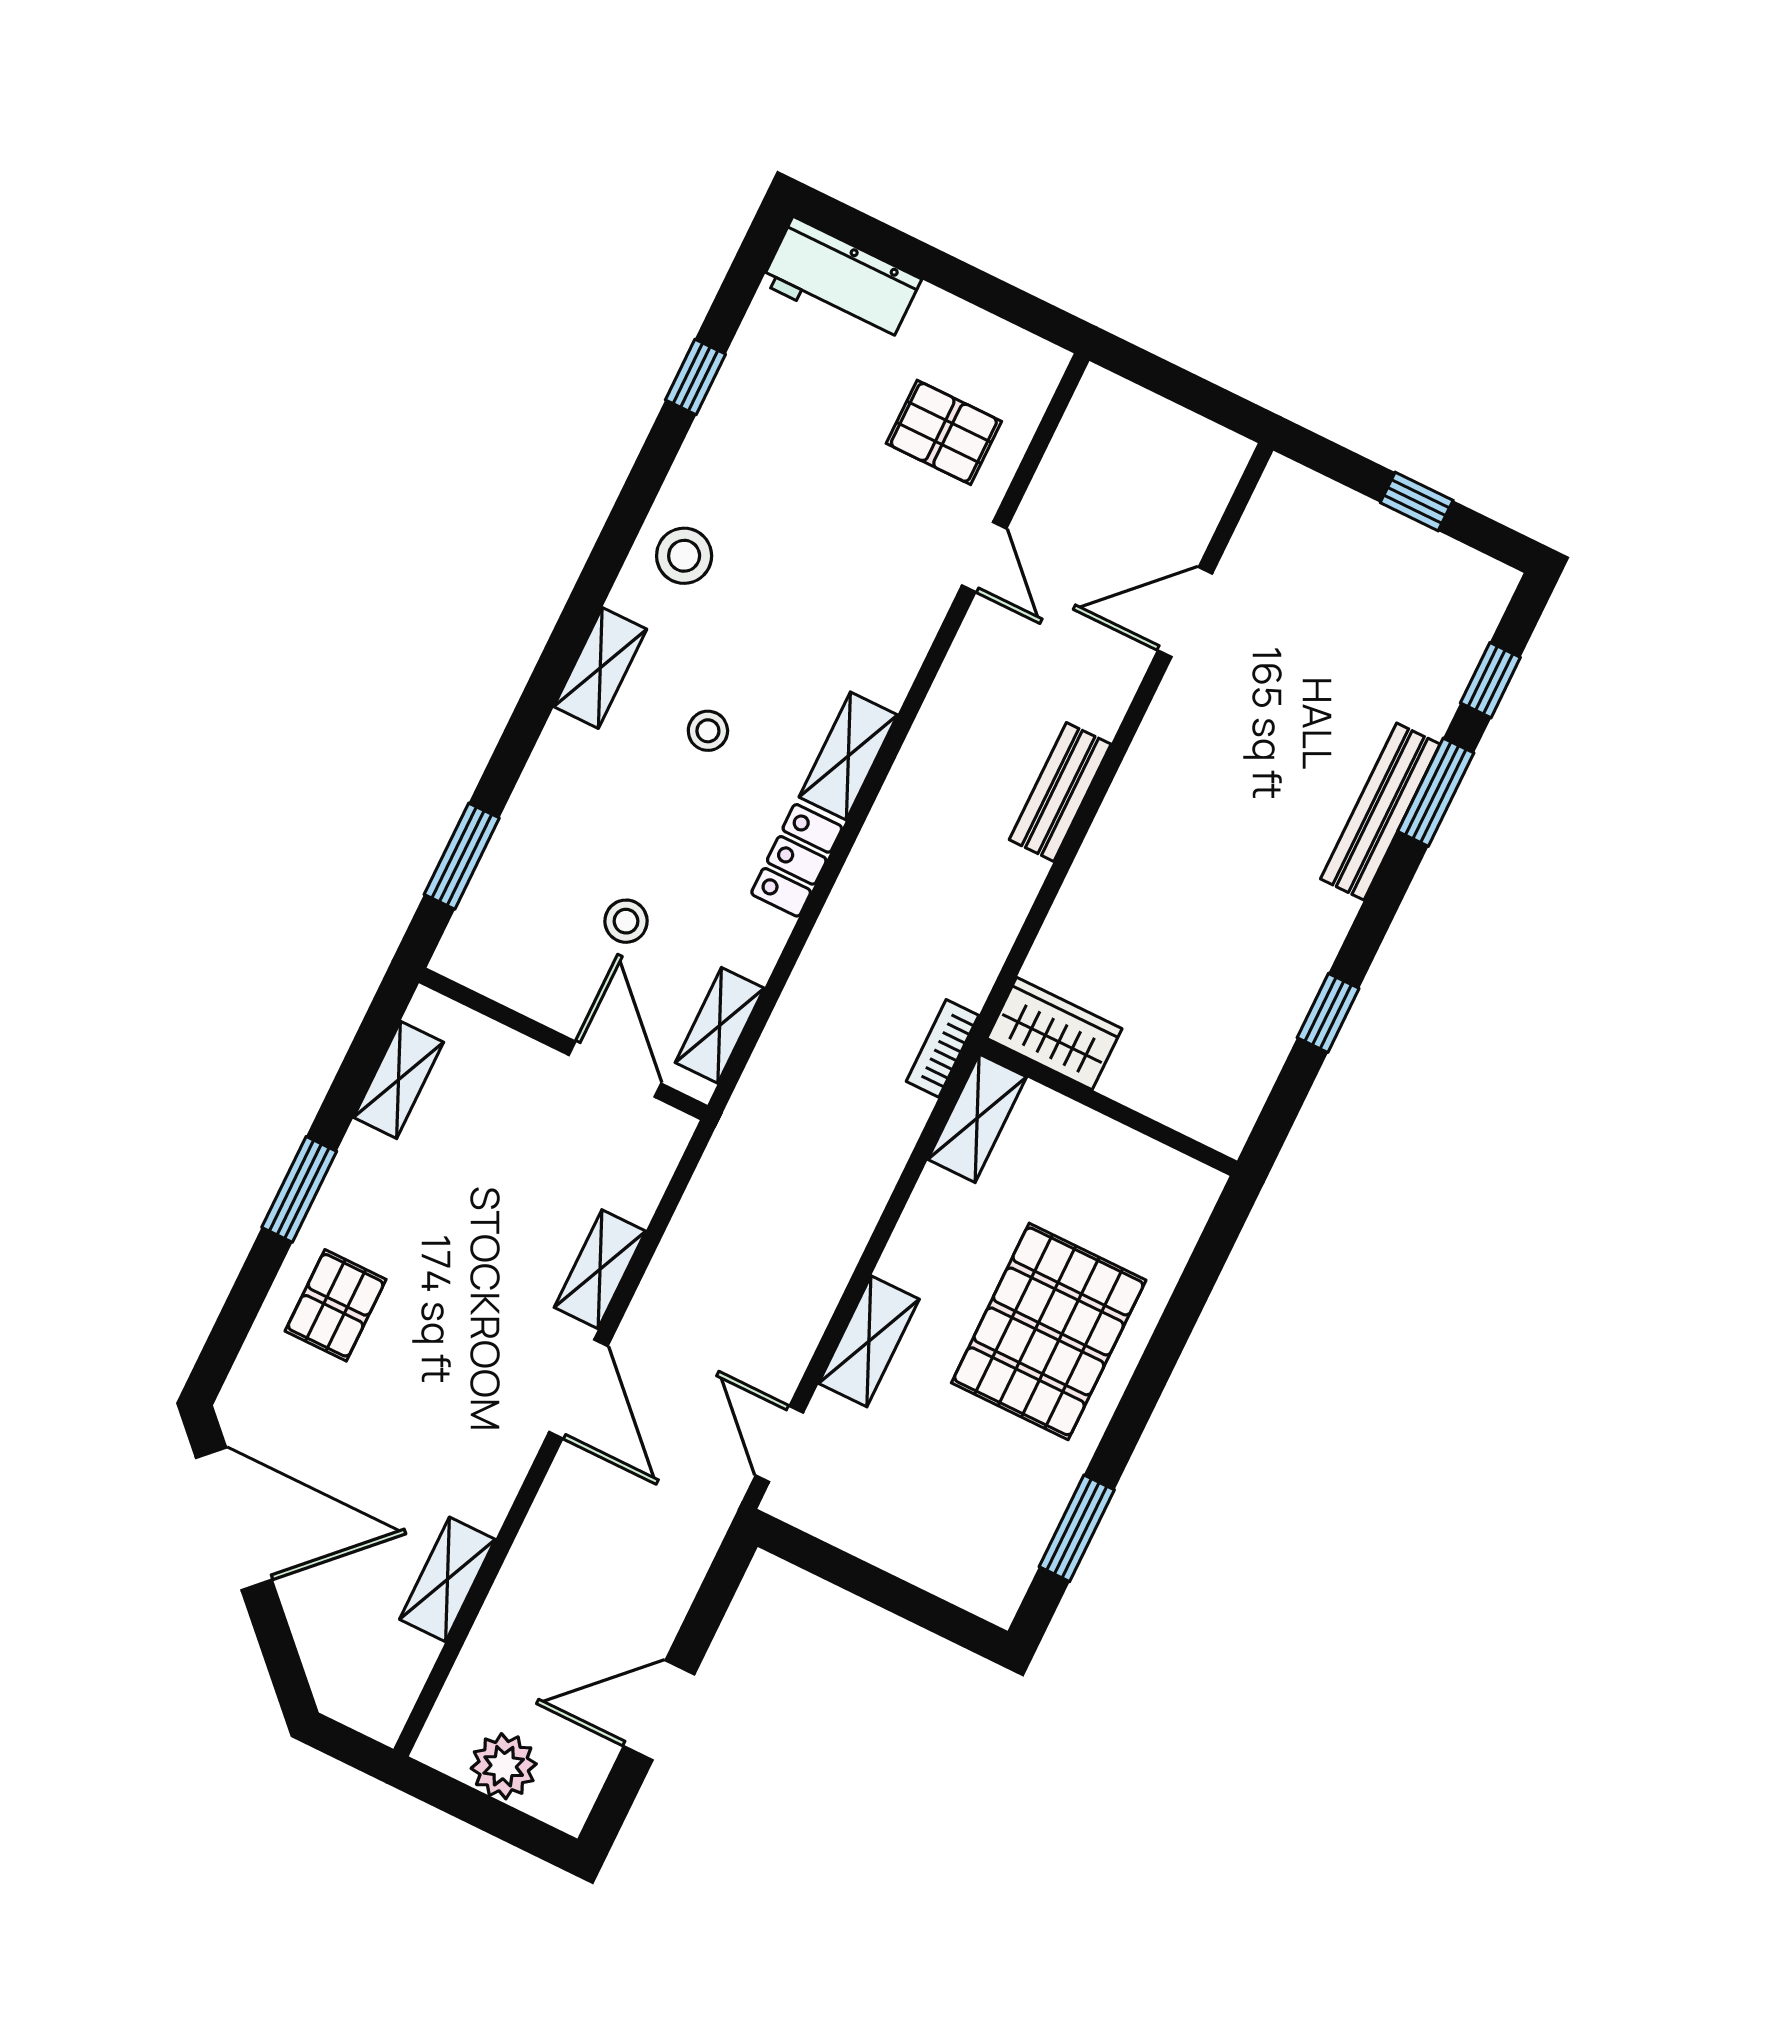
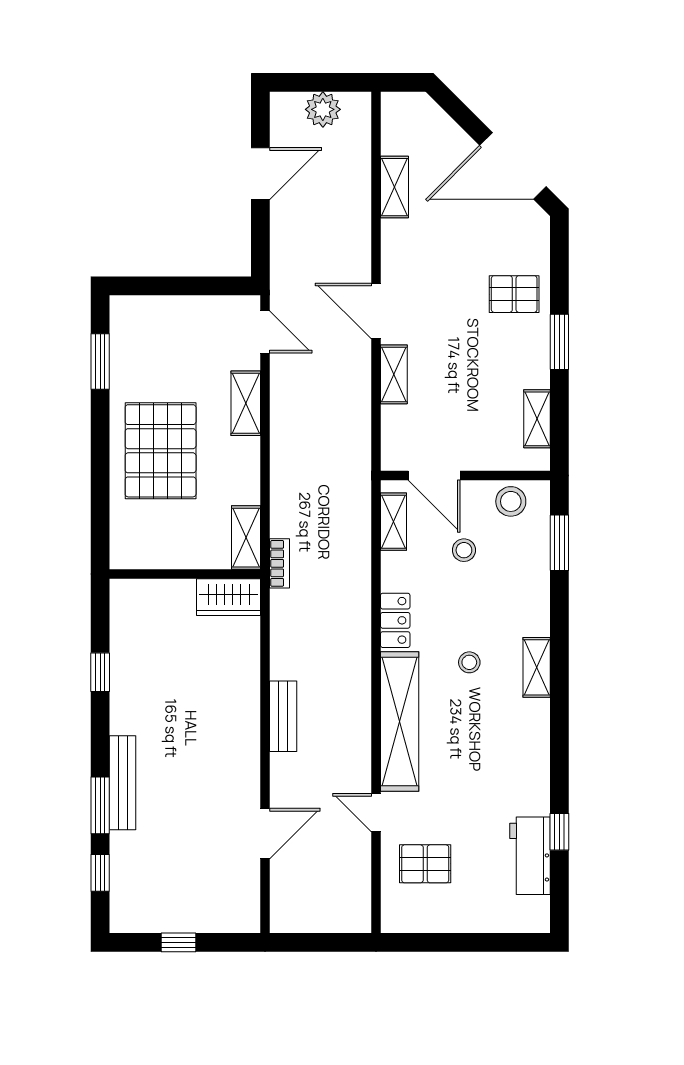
workbench: (841, 281) -> (530, 856), moved, turned -90
stool: (684, 556) -> (511, 501), moved
shelving: (848, 756) -> (400, 722), width x2.20, depth x1.33
pallet: (336, 1305) -> (514, 294), turned 90

